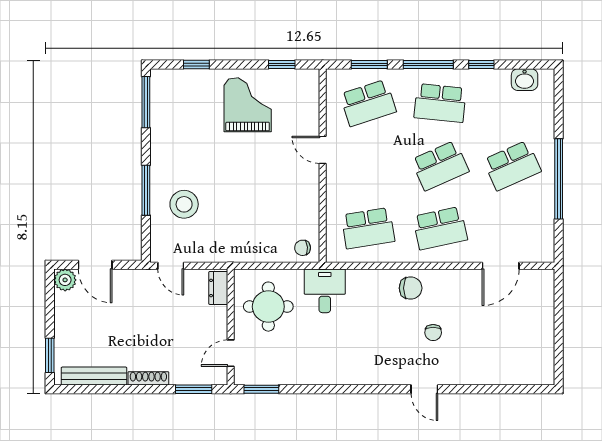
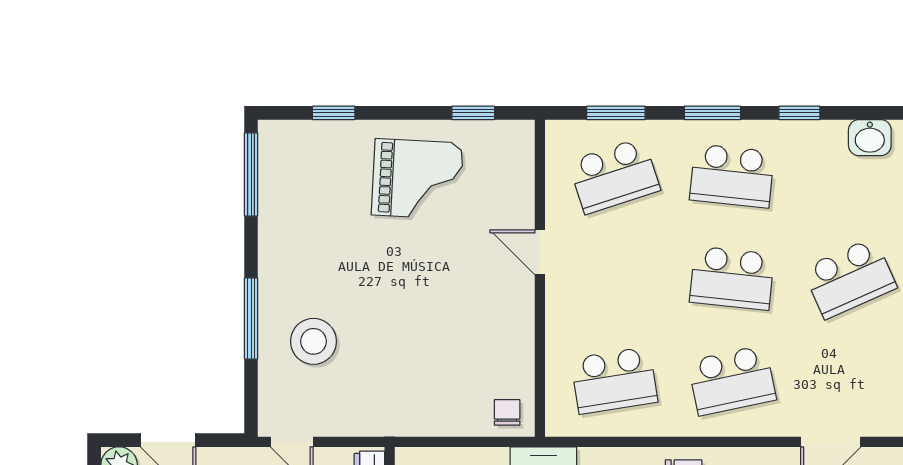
window: (428, 64) -> (712, 113), width x0.69
grand piano: (248, 105) -> (417, 179), turned 93
school desk: (440, 166) -> (732, 278), turned 30
chair: (303, 248) -> (507, 412), turned 94

